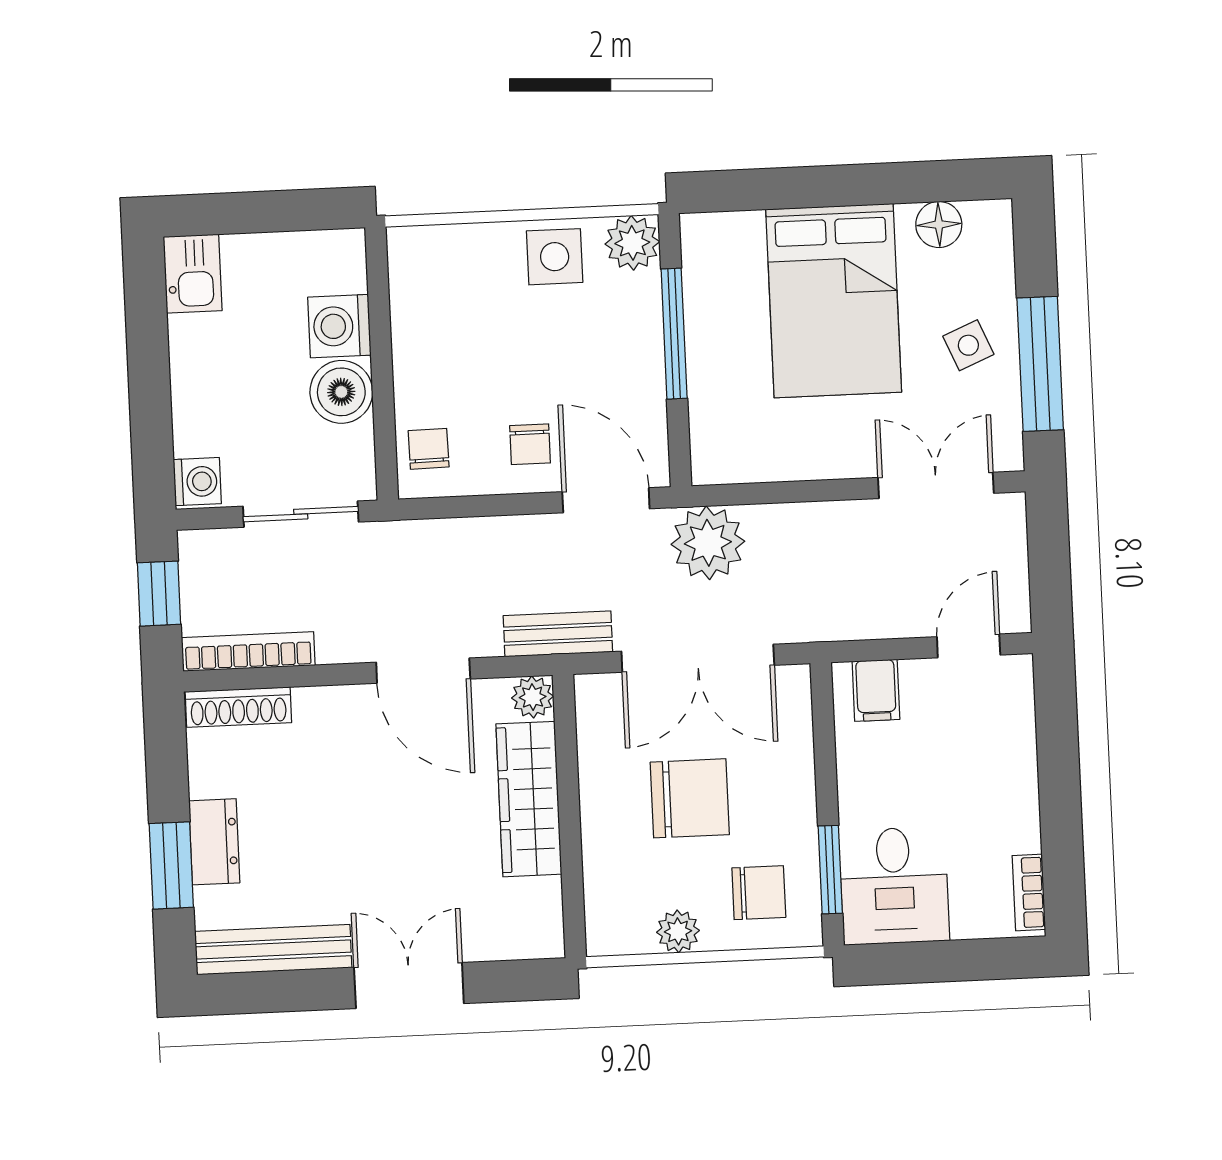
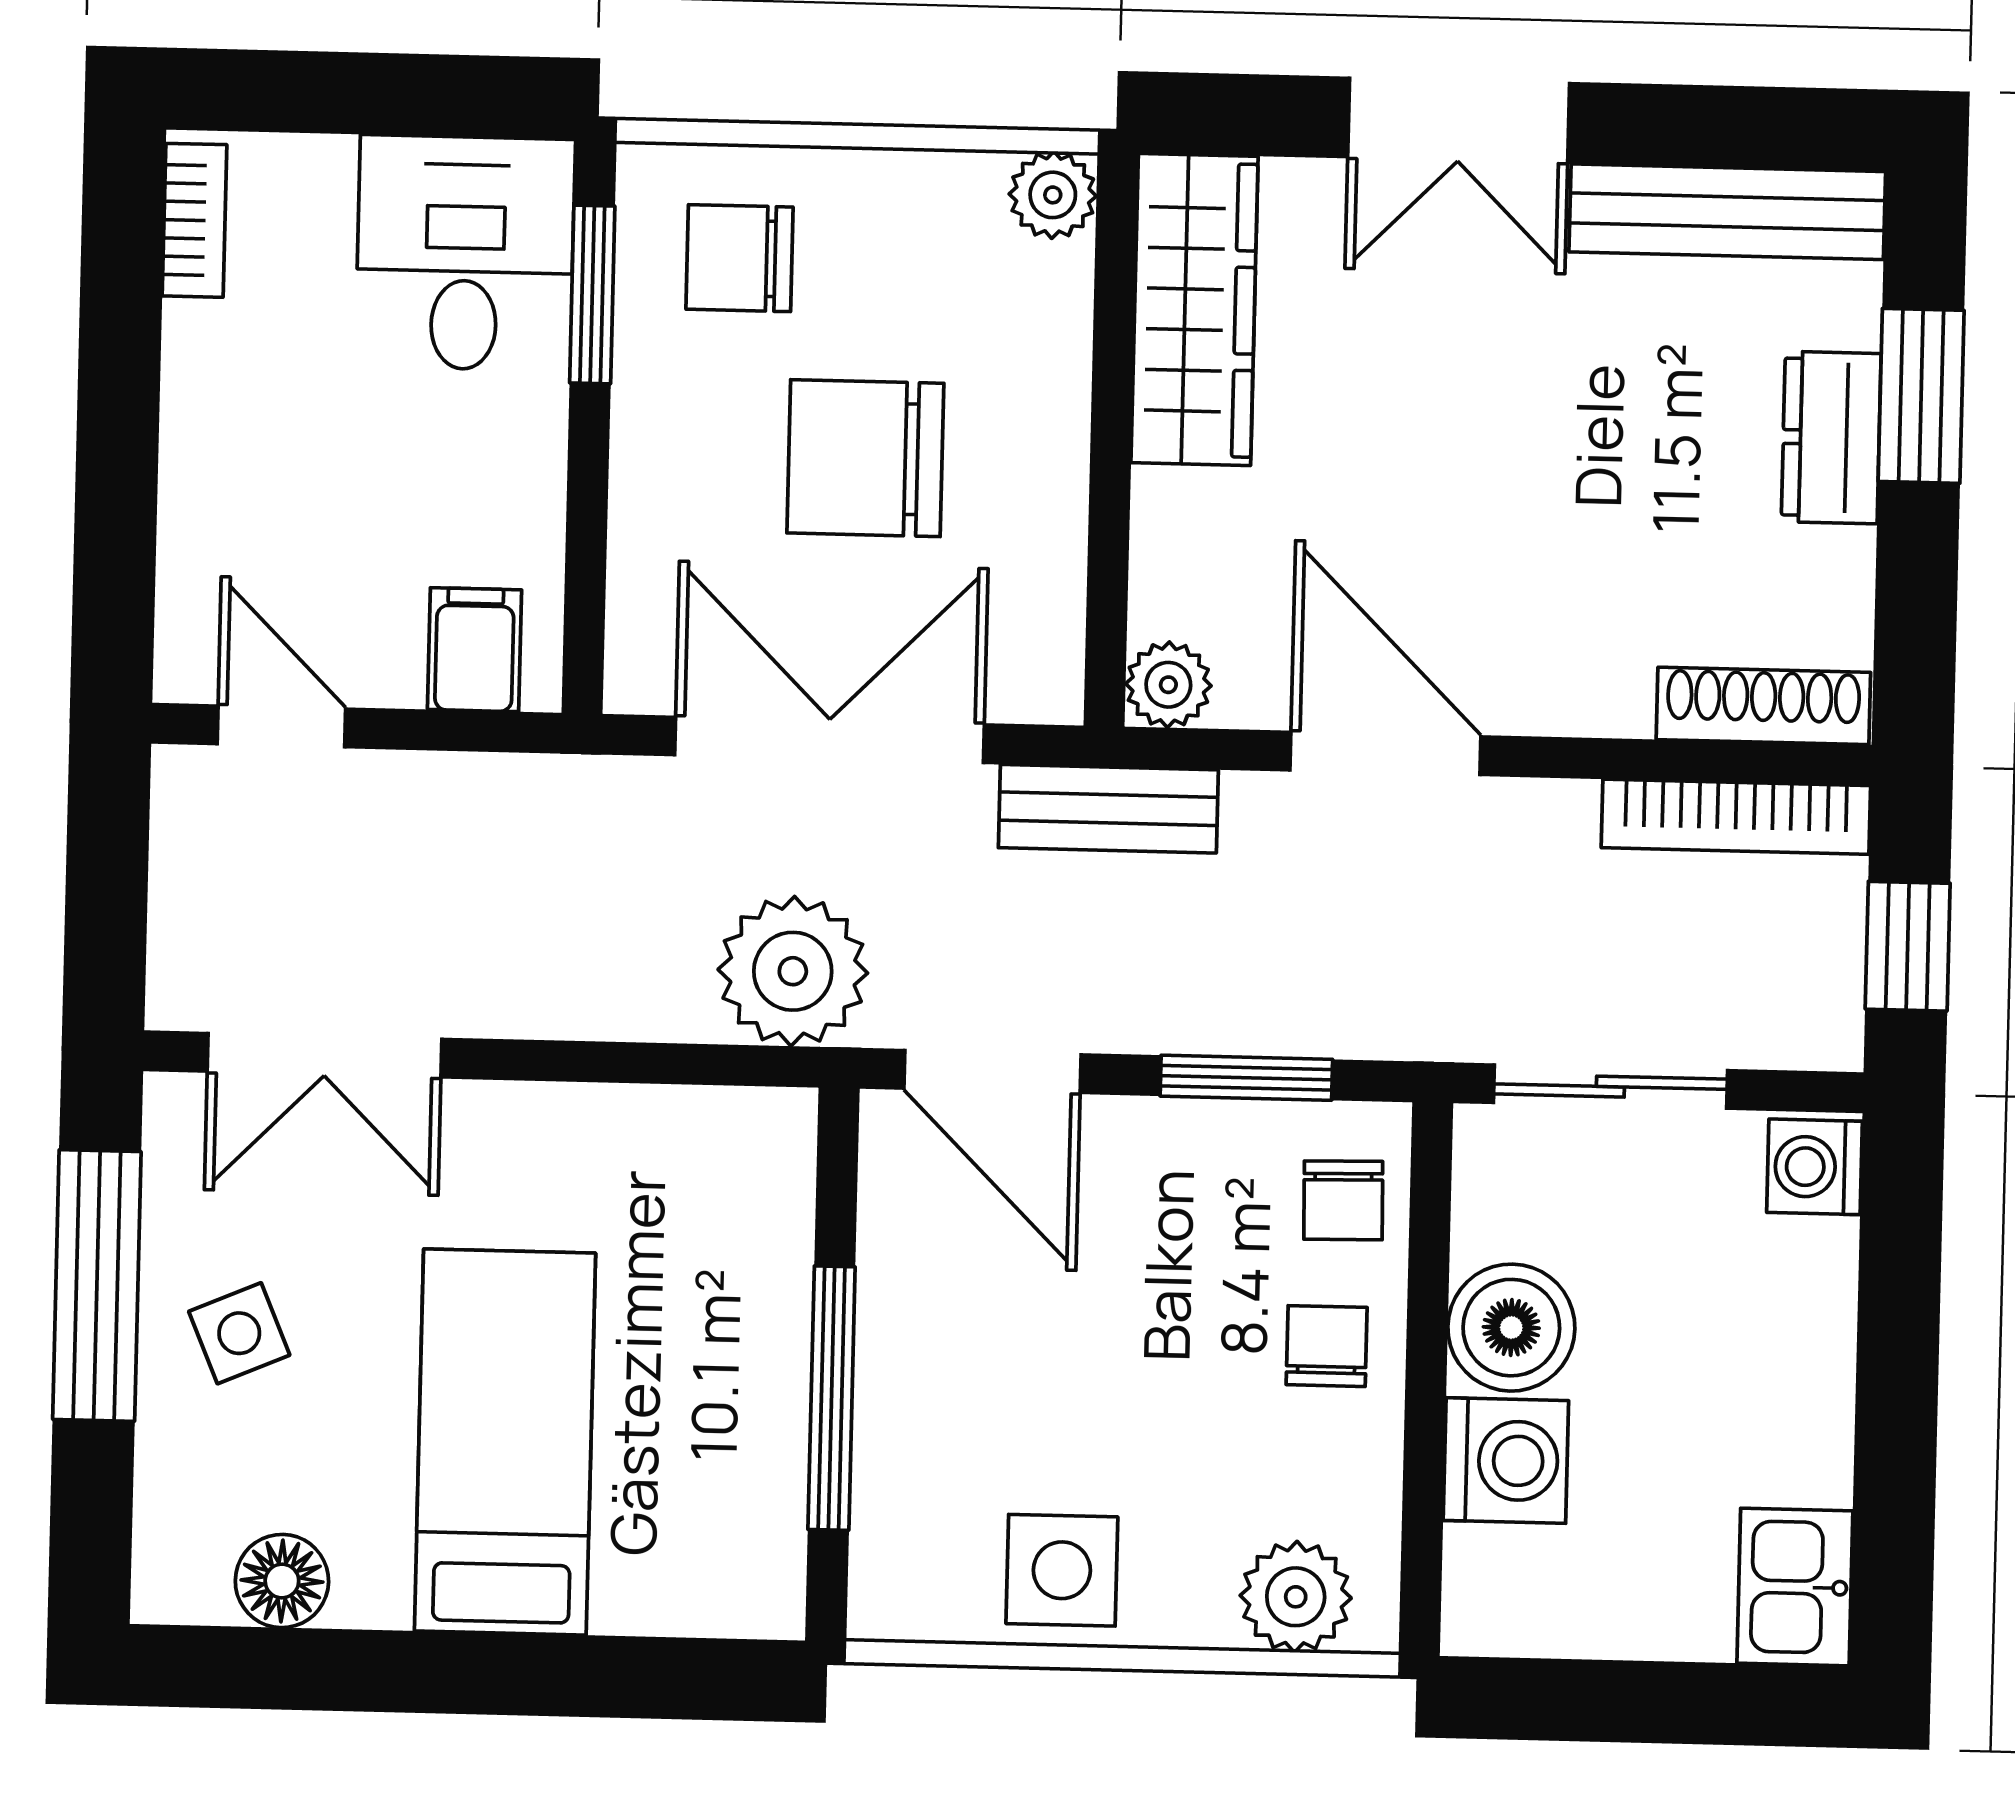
plant: (632, 243) -> (1296, 1597), moved
bed: (834, 301) -> (505, 1442), width x0.67
chair: (530, 444) -> (1327, 1346), moved
window: (481, 506) -> (1246, 1078), added
door: (969, 646) -> (281, 726), swing flipped
wardrobe: (529, 799) -> (1194, 309), moved
plant: (678, 931) -> (1053, 195), moved

